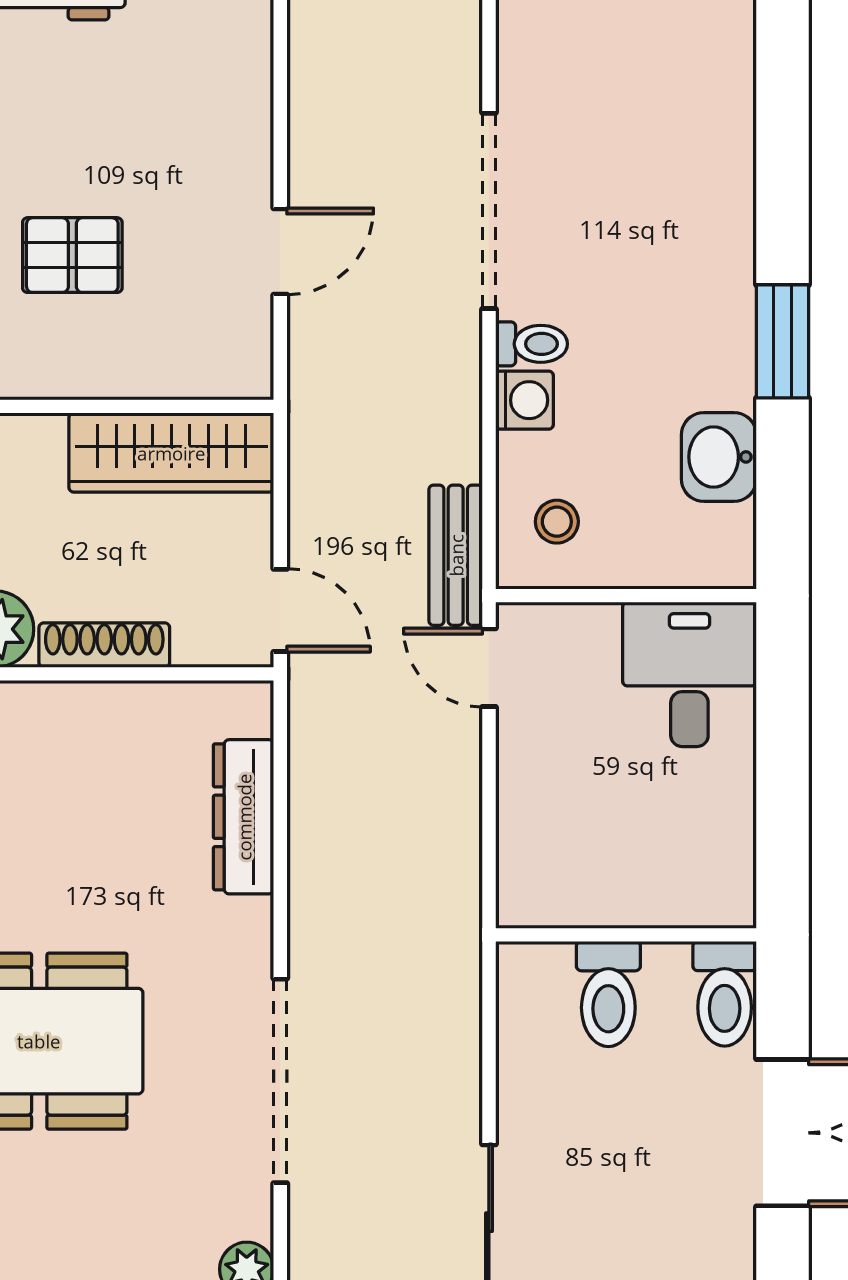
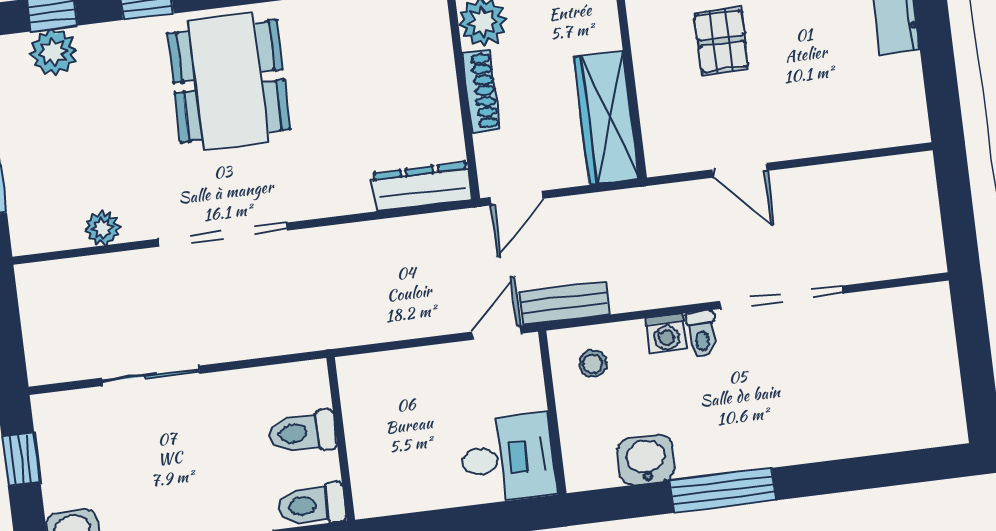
window: (783, 341) -> (723, 490), width x1.44
dresser: (244, 817) -> (422, 187), moved

